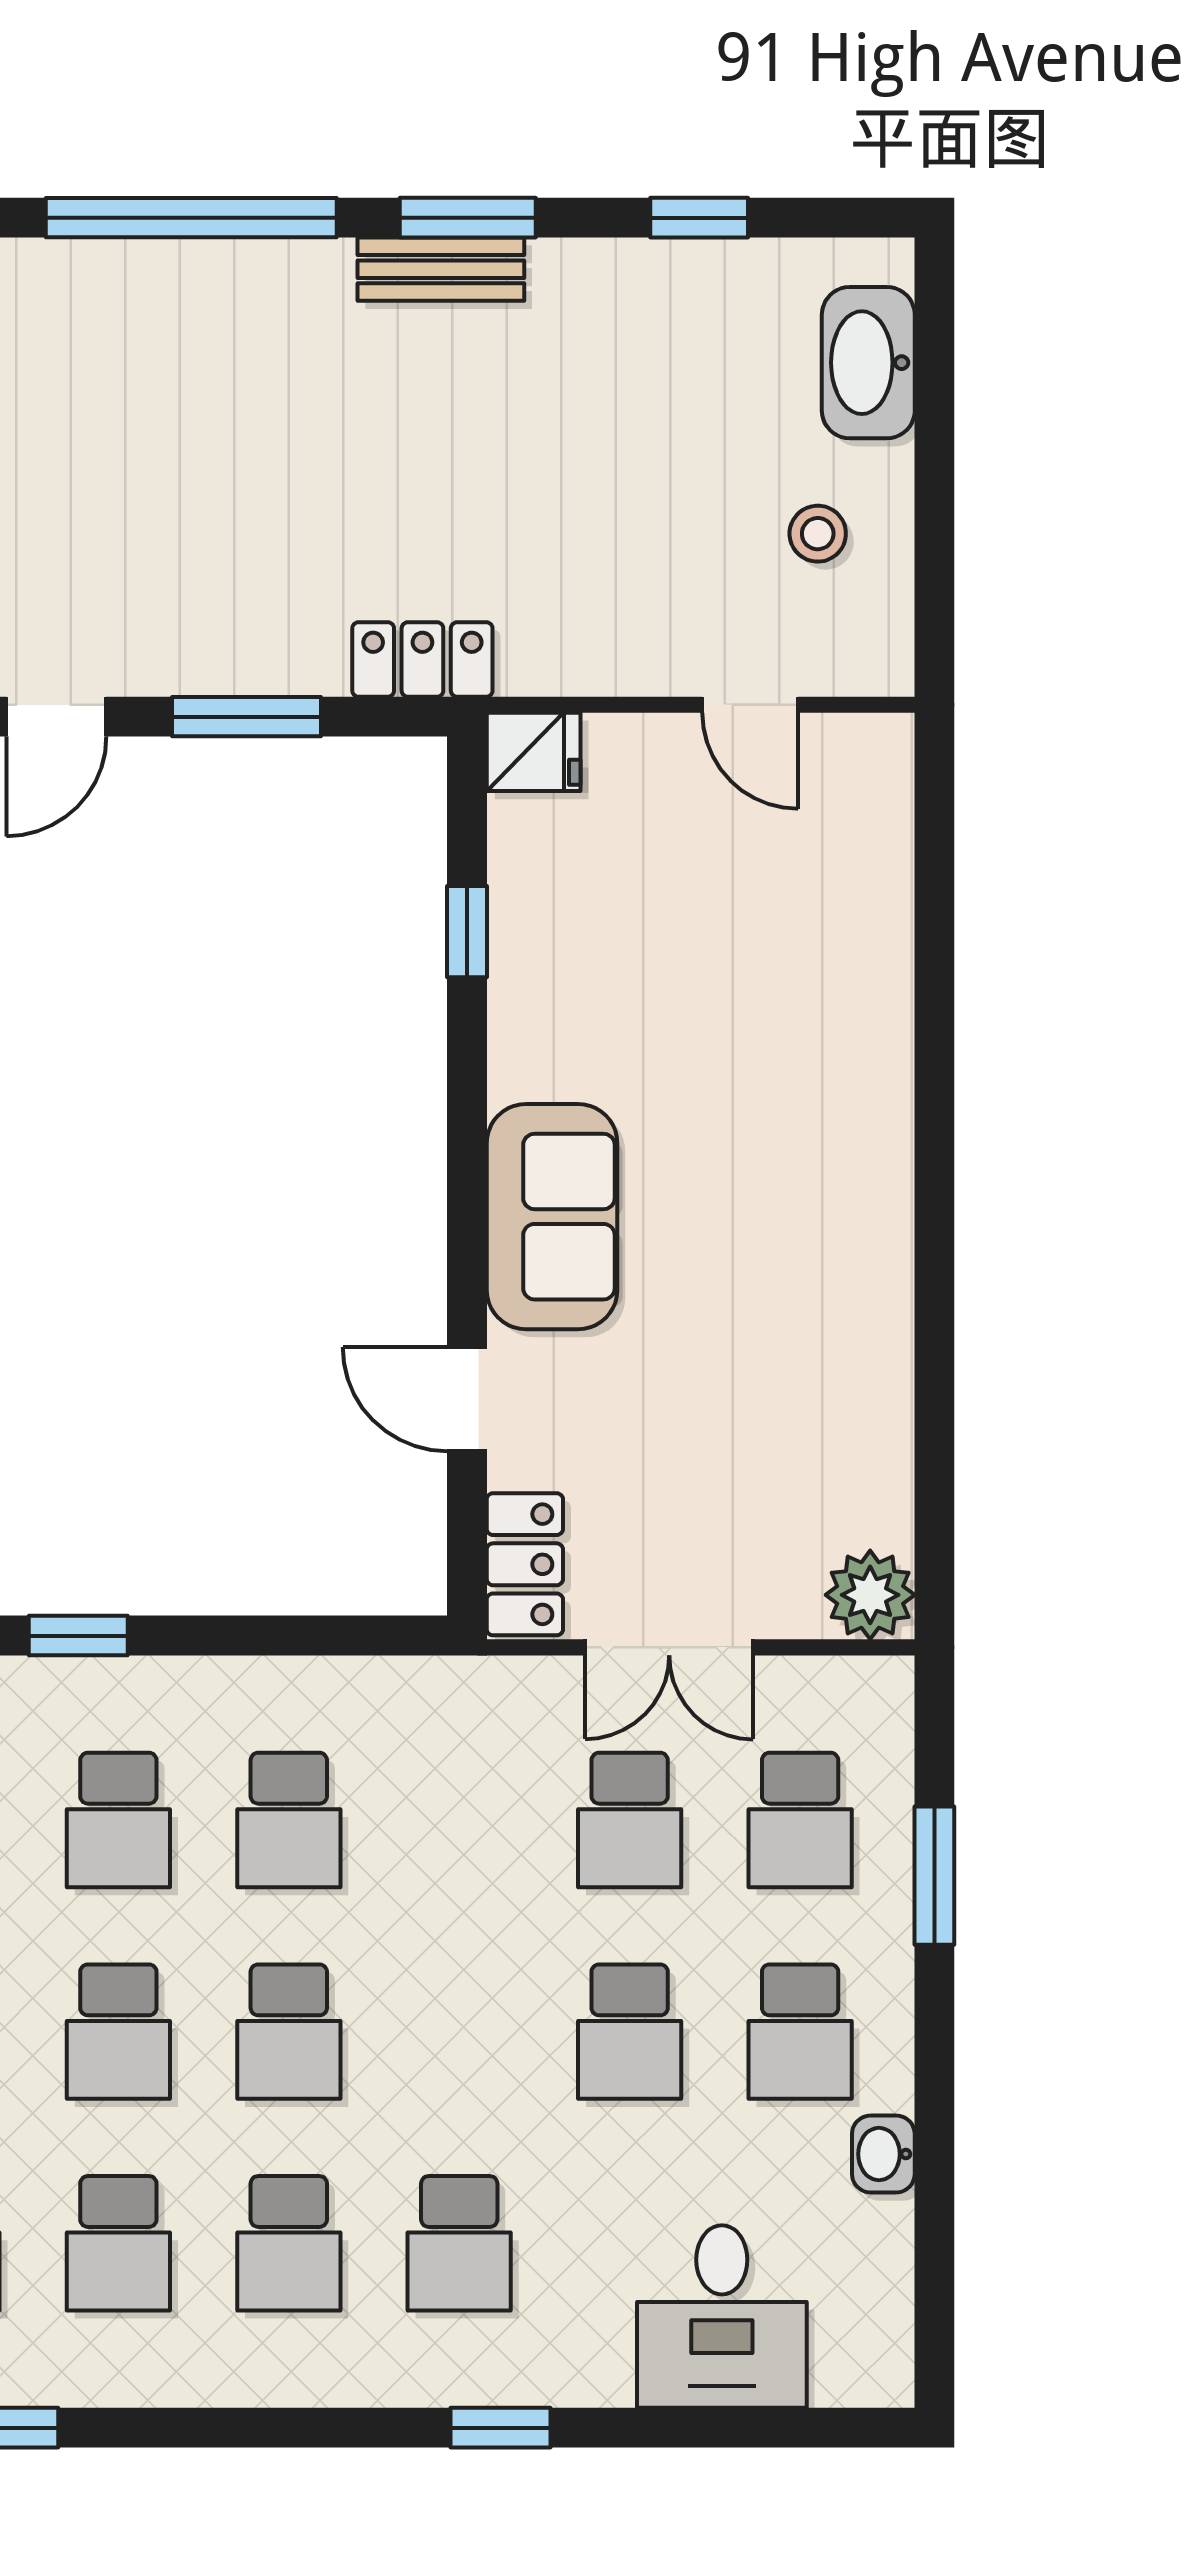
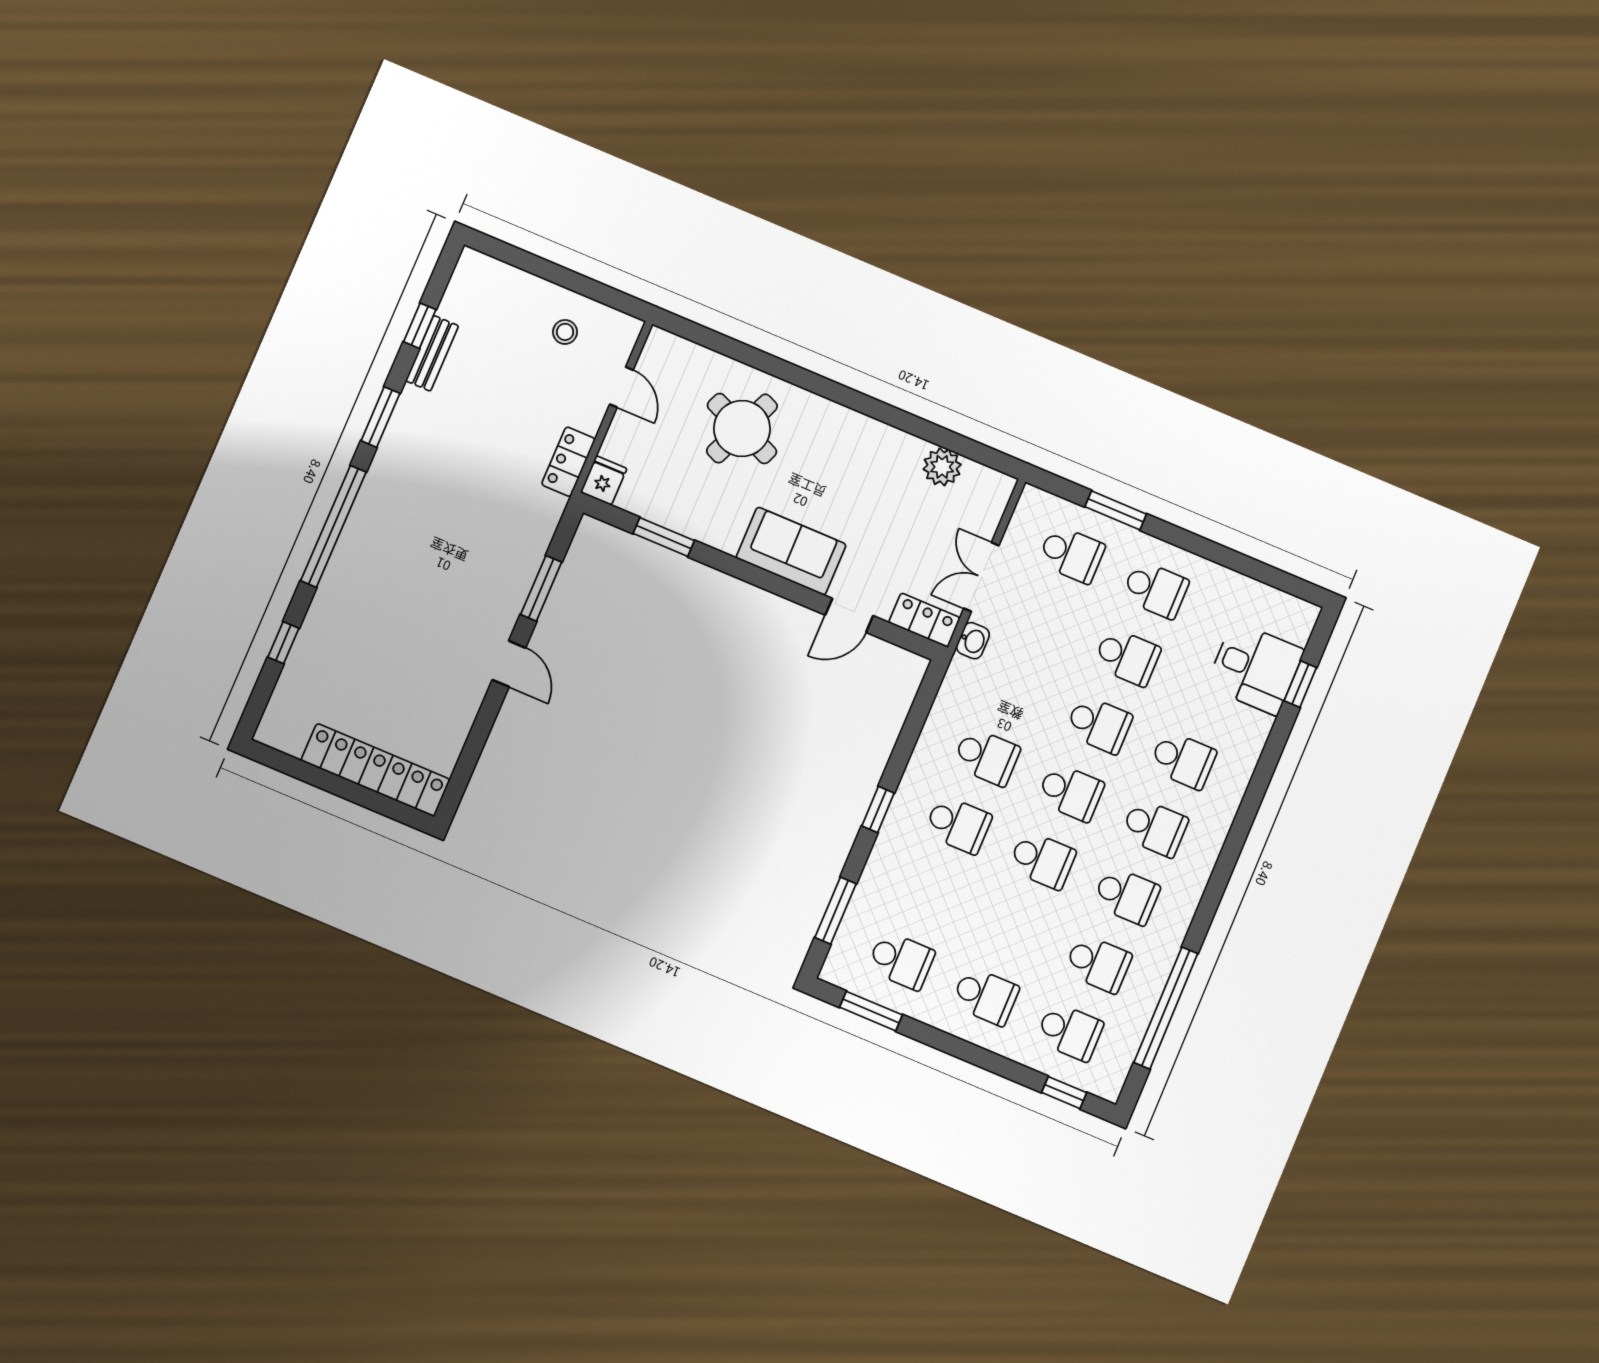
bench: (441, 269) -> (432, 353), moved
washbasin: (868, 363) -> (506, 283), removed
locker: (422, 659) -> (568, 462), moved
door: (750, 705) -> (621, 387), hinge flipped
window: (467, 932) -> (664, 537), width x1.50
round table: (771, 1000) -> (742, 429), added
plant: (870, 1595) -> (942, 467), moved
double door: (669, 1647) -> (981, 577), swing flipped
school desk: (630, 1820) -> (1099, 724), moved
washbasin: (883, 2154) -> (973, 641), moved, turned -90
window: (501, 2428) -> (1300, 684), moved

